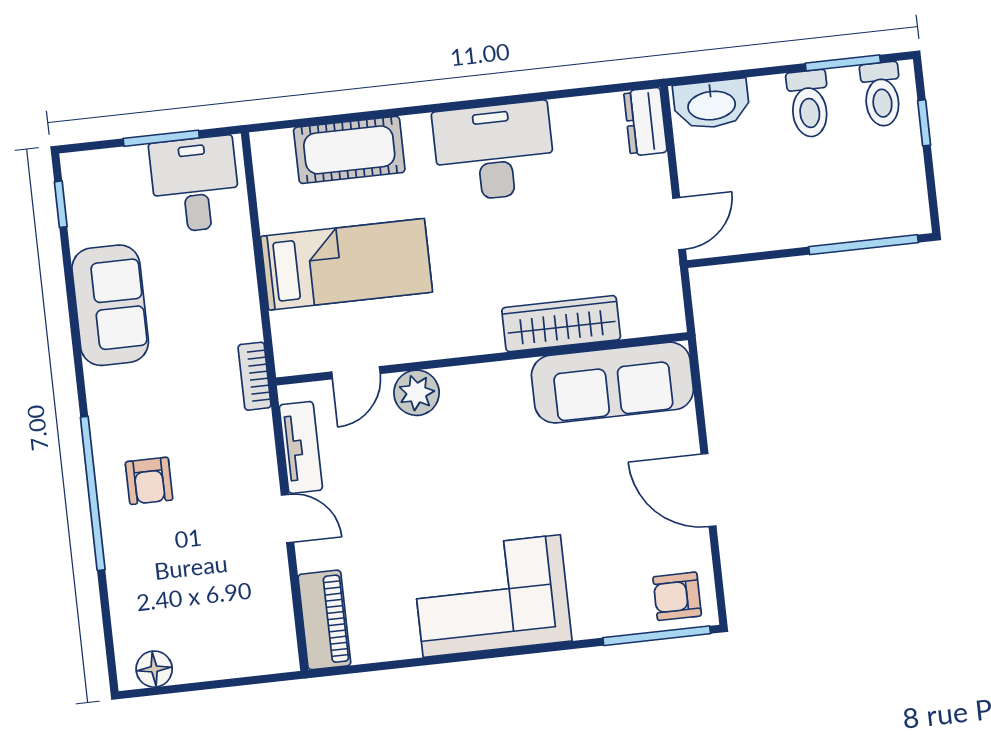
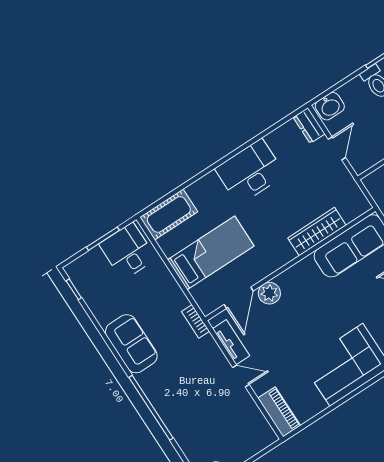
washbasin: (711, 104) -> (330, 106), width x0.72
cot: (349, 150) -> (169, 214), moved
door: (679, 224) -> (337, 148), moved
sofa: (110, 305) -> (131, 344), moved
door: (356, 373) -> (239, 298), width x1.38
armchair: (149, 481) -> (173, 390), removed

